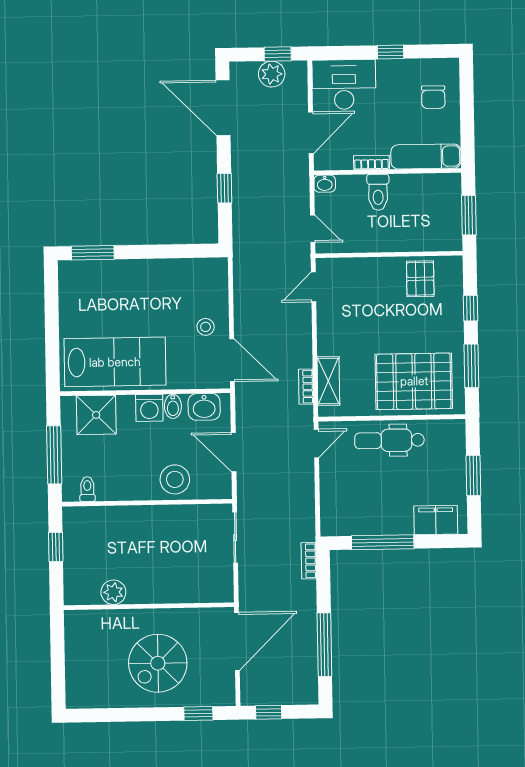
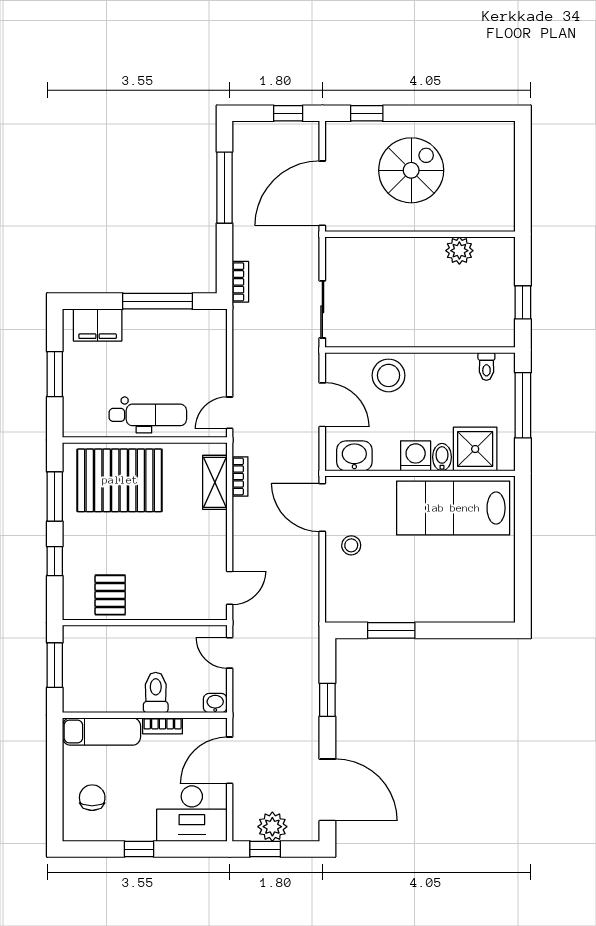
window: (93, 253) -> (391, 630), moved
bidet: (173, 406) -> (442, 457), moved

